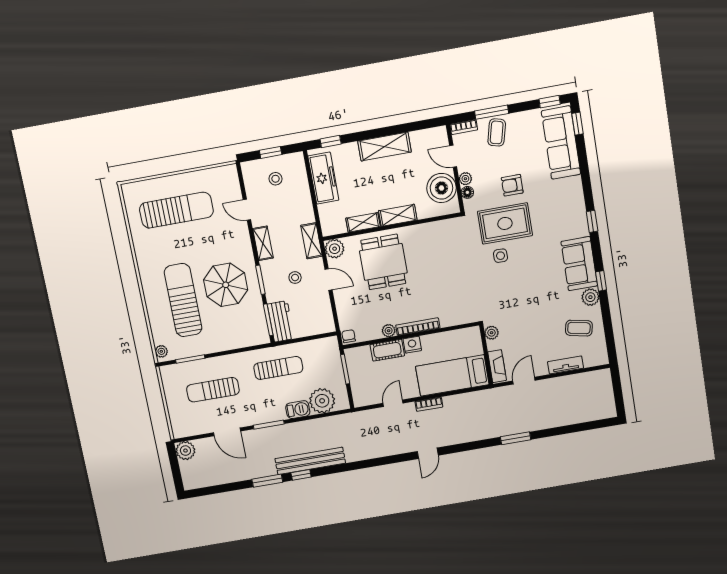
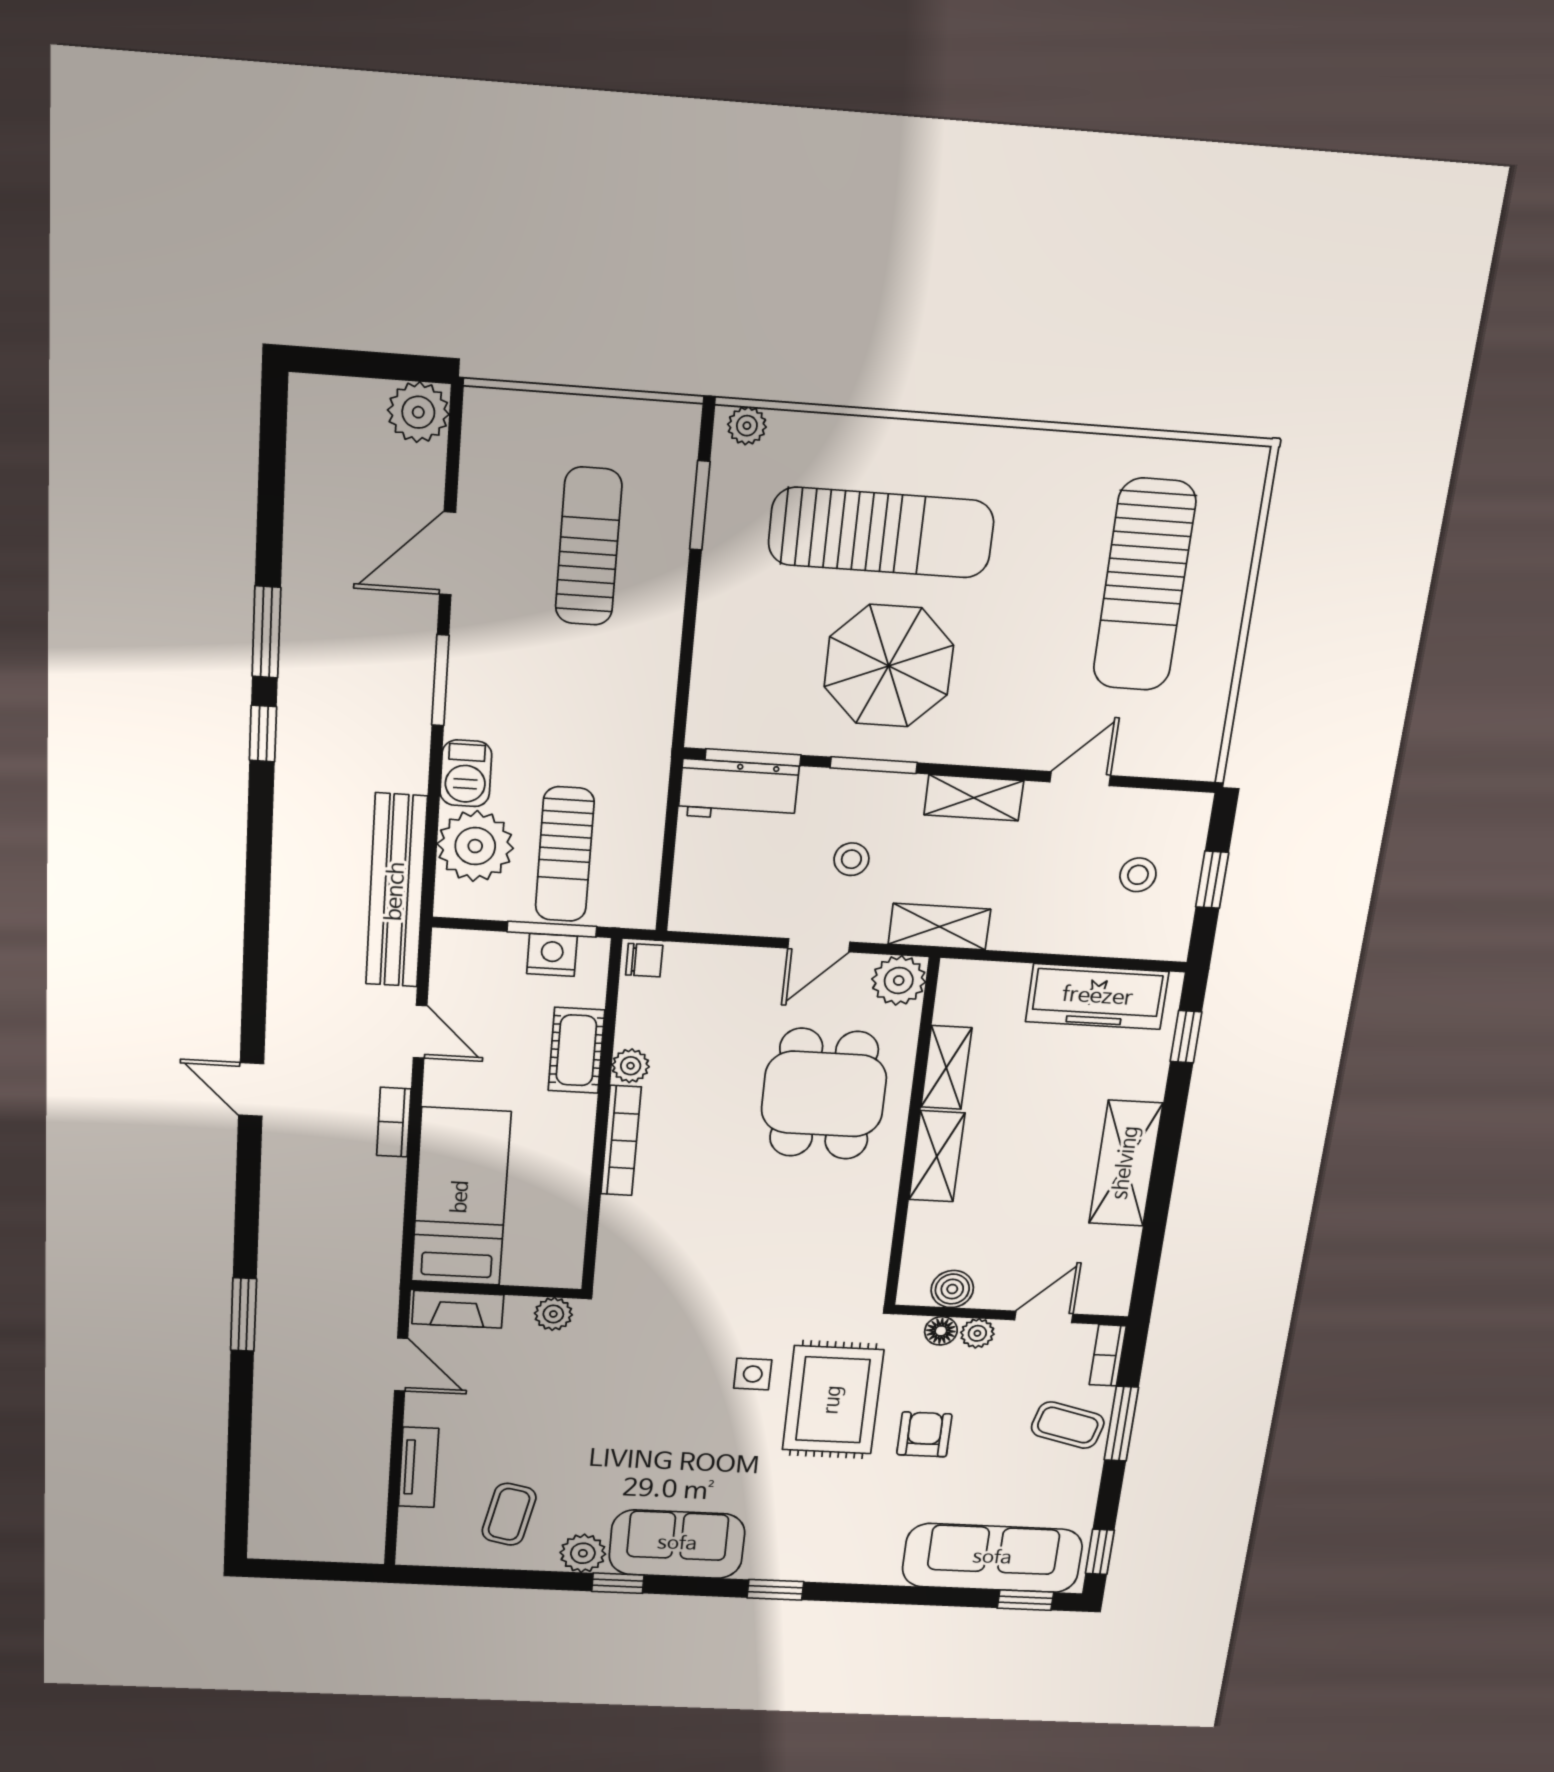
boiler: (441, 188) -> (952, 1289), width x0.54, depth x0.54
dining table: (383, 262) -> (824, 1094), turned 90
nightstand: (412, 345) -> (552, 955), moved, turned -90
sun lounger: (278, 368) -> (565, 854), moved
bench: (310, 461) -> (396, 891), moved

